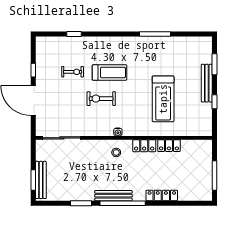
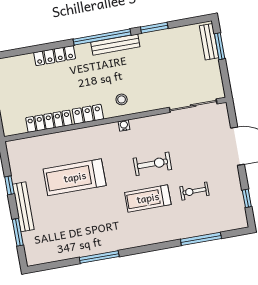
window: (74, 34) -> (201, 239), width x2.17
window: (33, 70) -> (247, 198), moved
treadmill: (163, 99) -> (75, 177), turned -90
locker: (169, 146) -> (49, 121), width x1.53
bench: (41, 180) -> (209, 42), width x0.73

